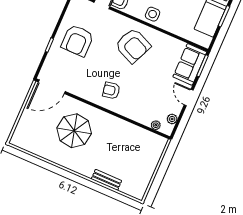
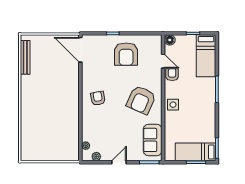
armchair: (77, 40) -> (126, 54), turned -90
sofa: (190, 64) -> (153, 140), moved, turned -90
parasol: (74, 131) -> (53, 83), removed
bench: (106, 180) -> (25, 57), moved, width x1.36

